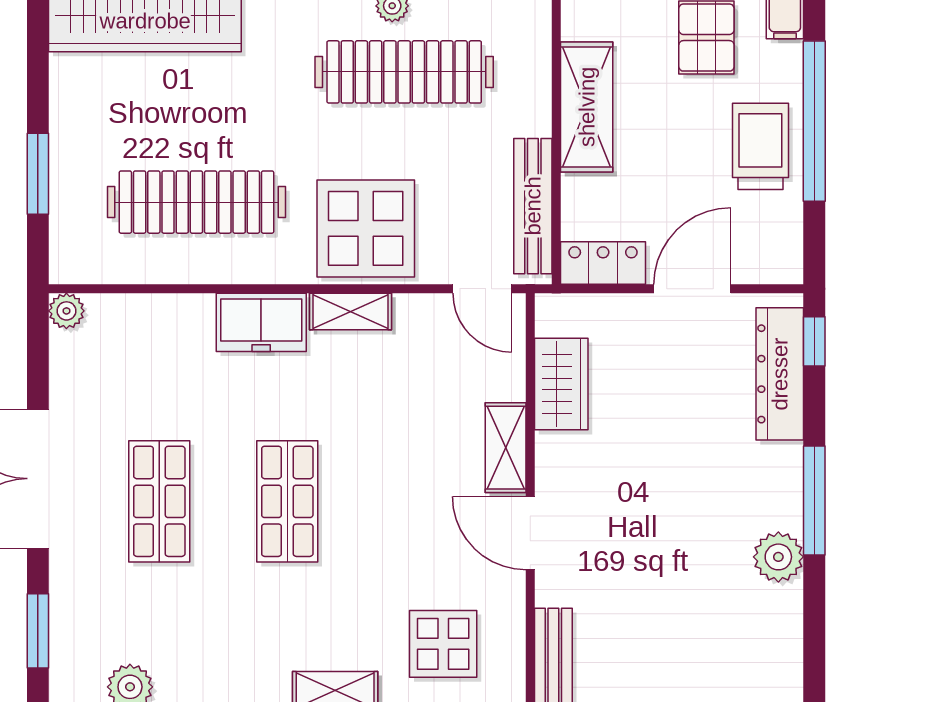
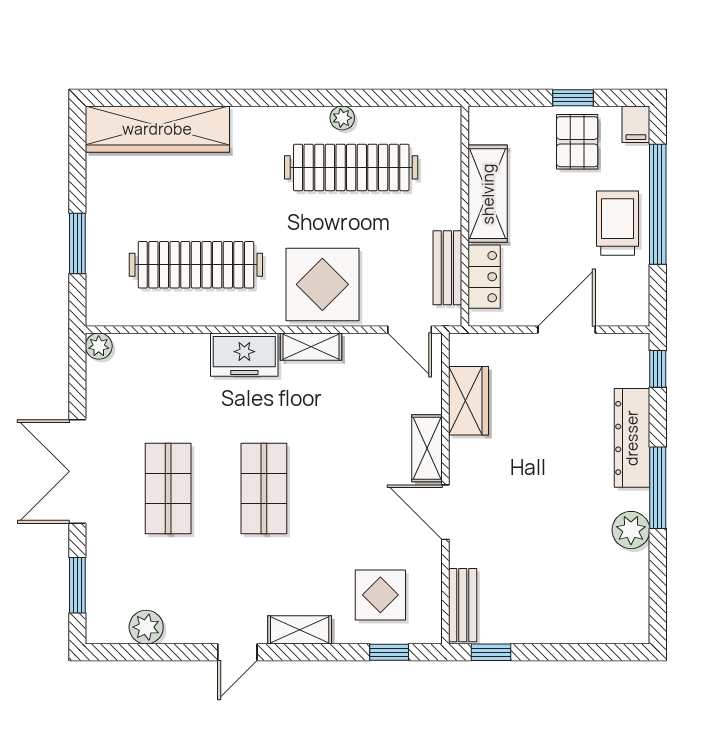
bench: (533, 206) -> (447, 268), width x0.73
locker: (603, 263) -> (484, 277), moved, turned 90
dresser: (780, 374) -> (632, 438), moved

